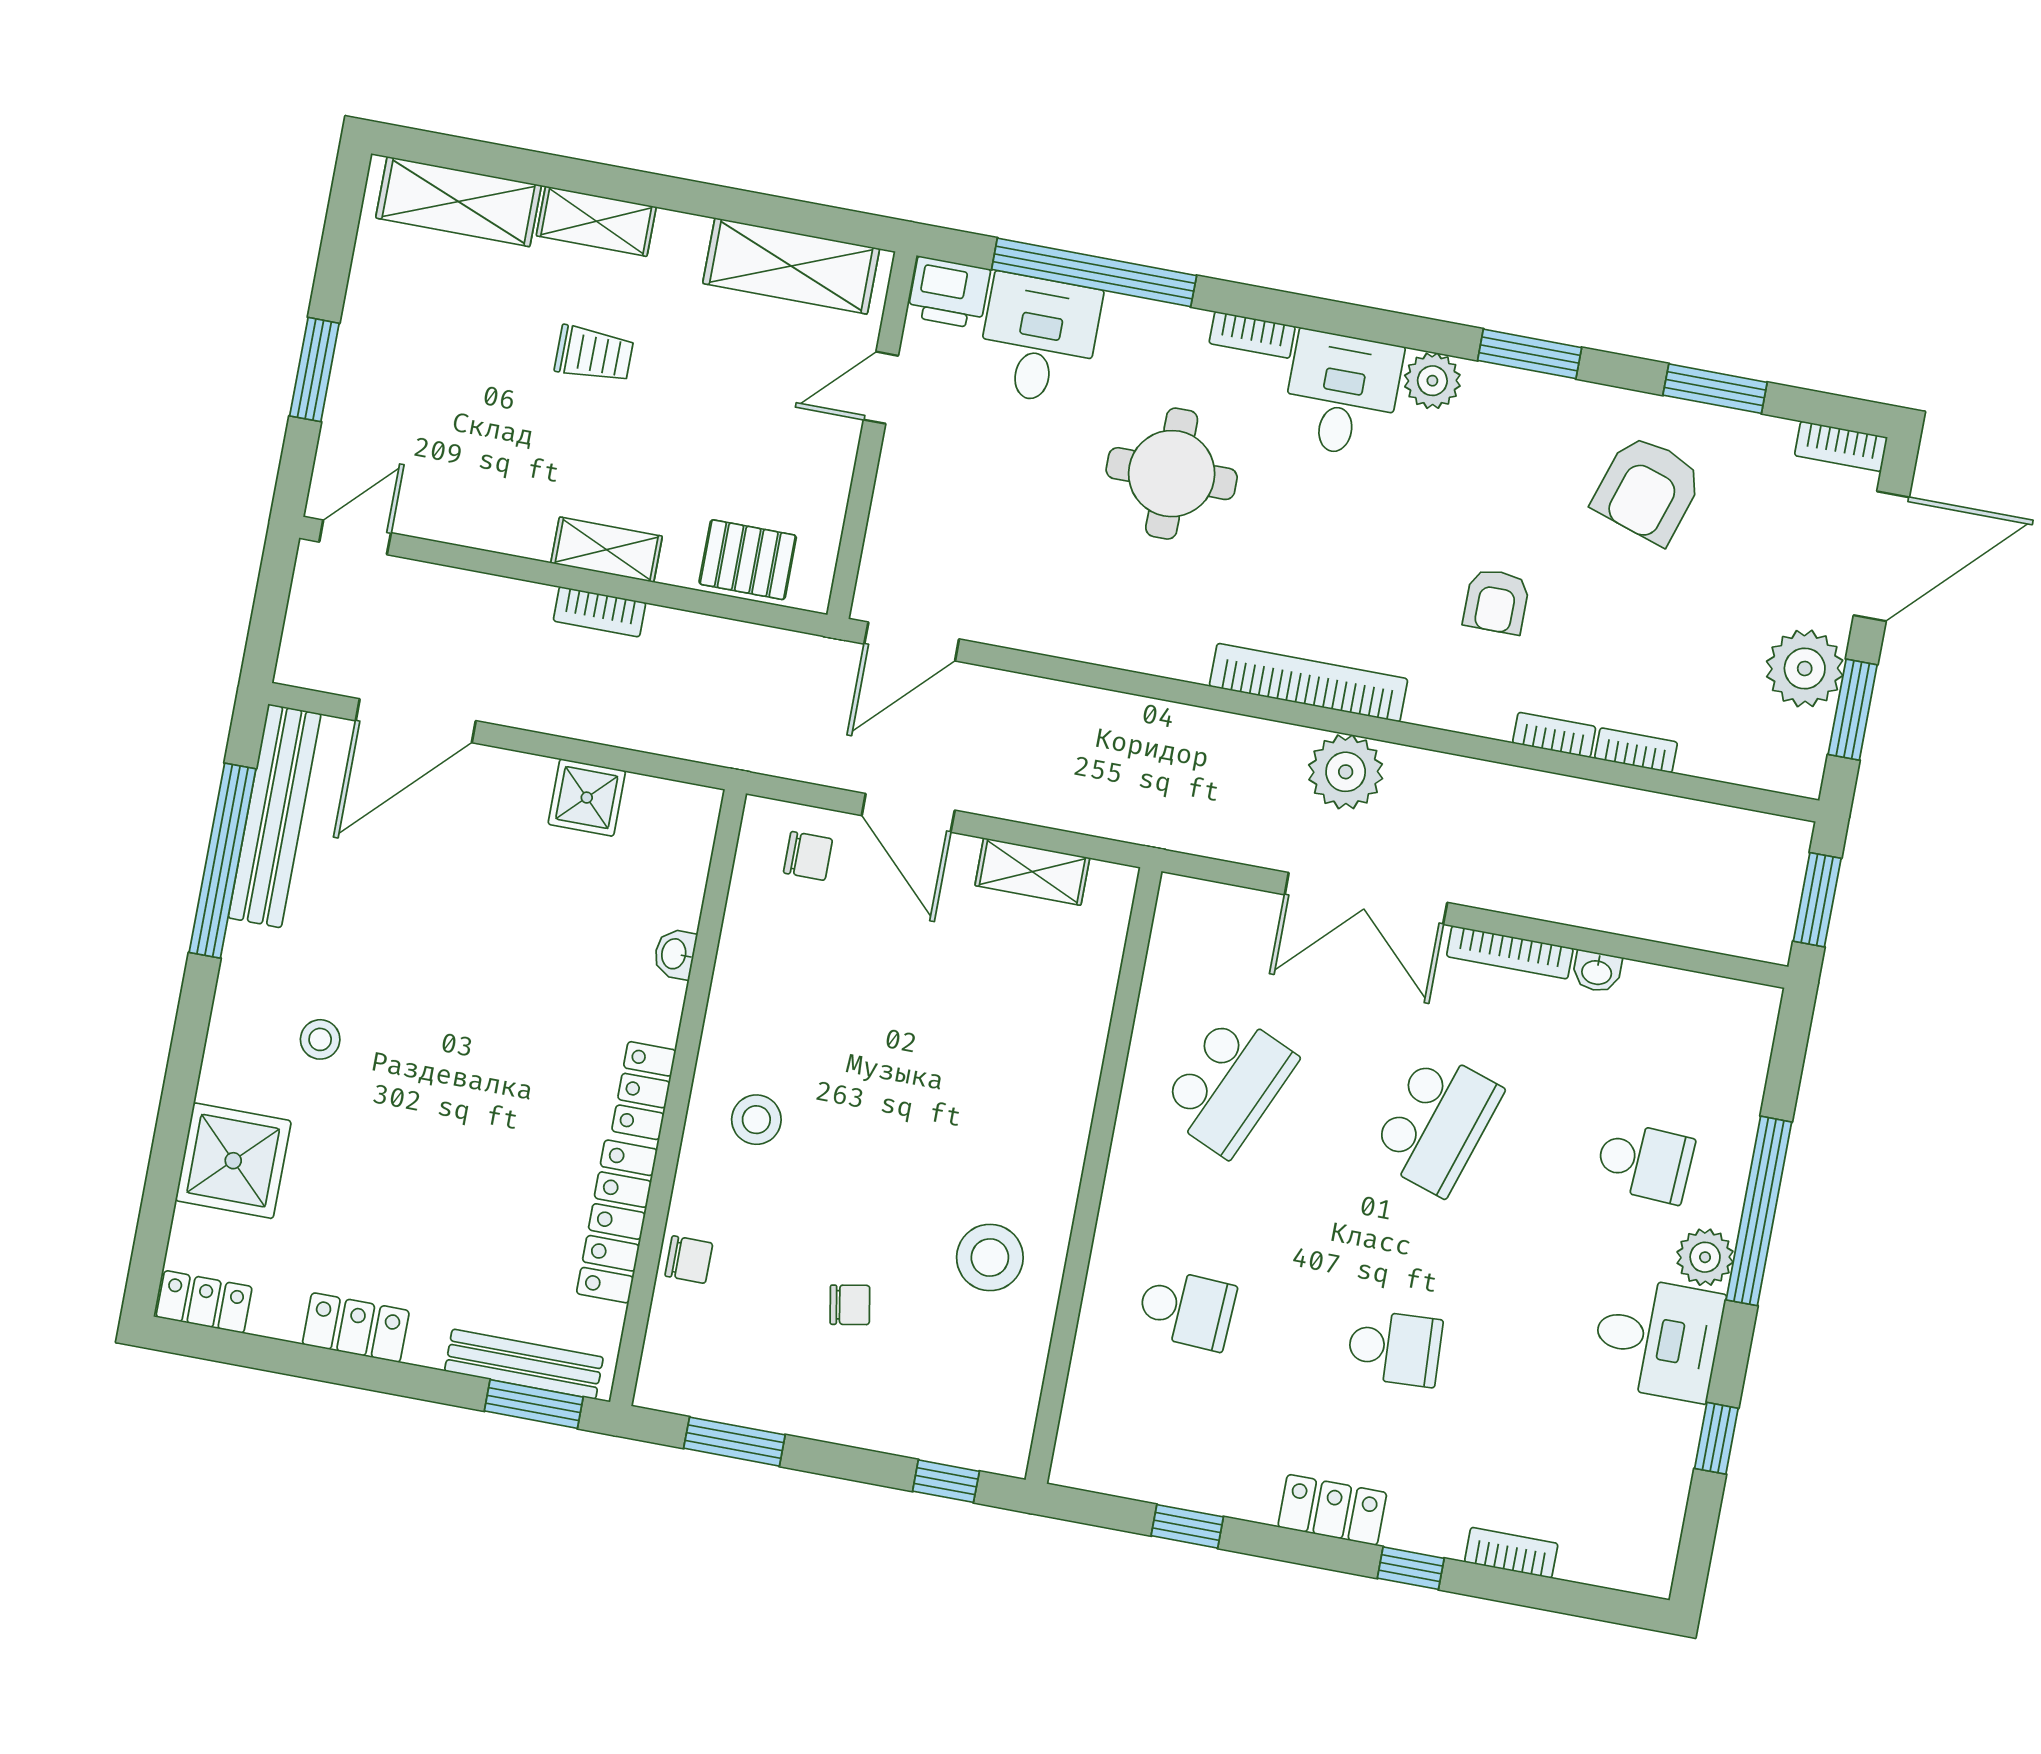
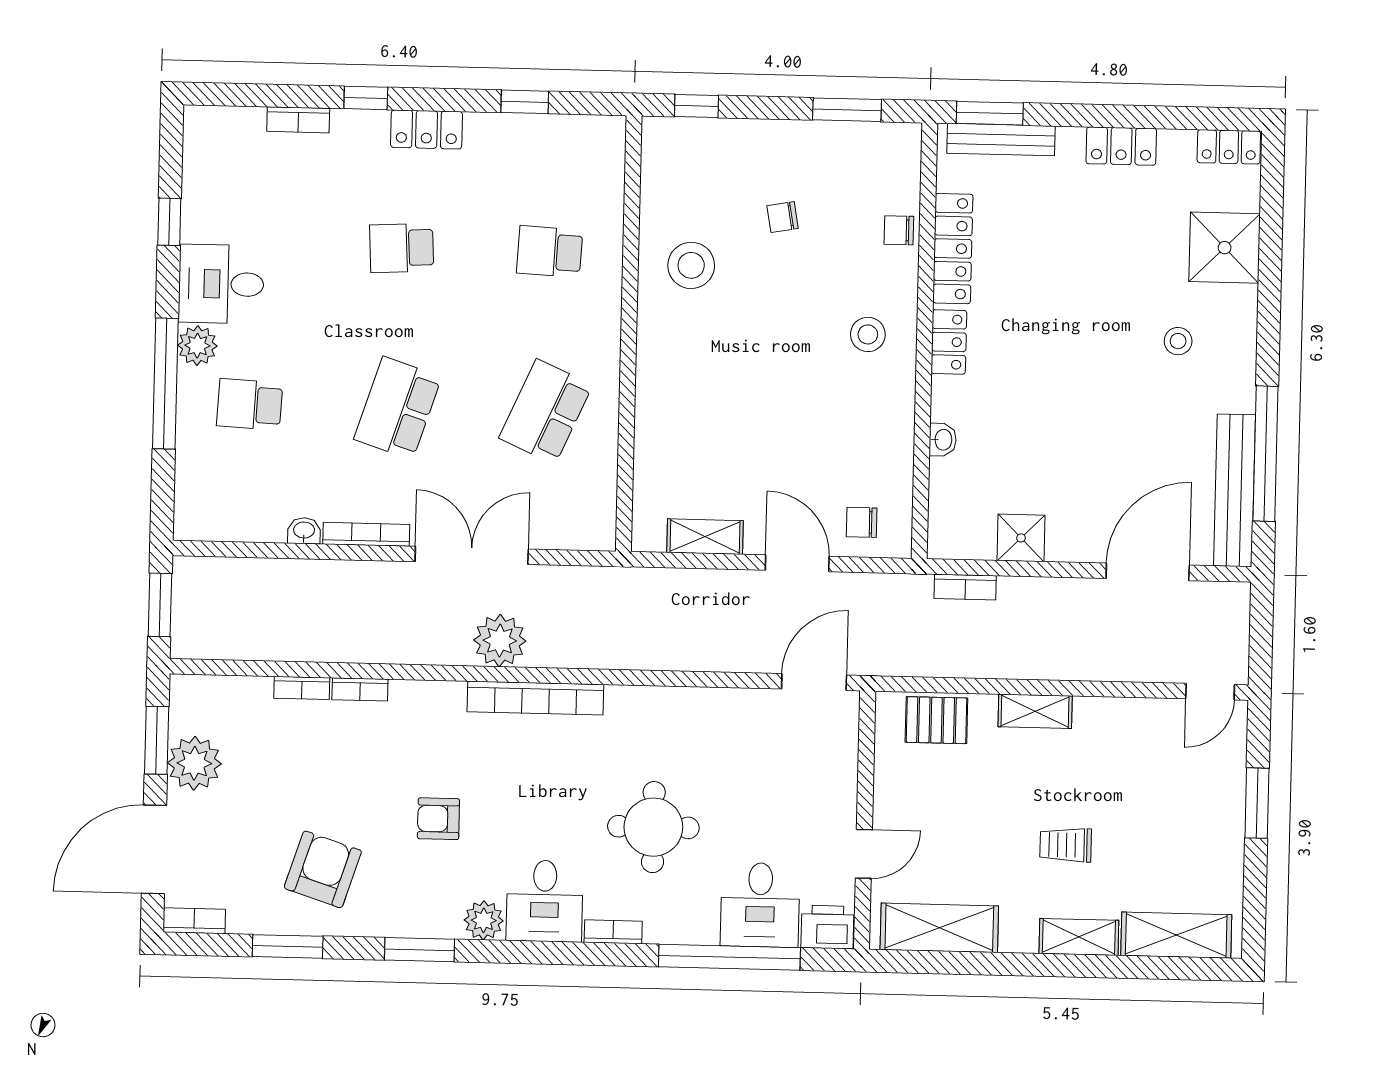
armchair: (1496, 601) -> (438, 819), moved, turned -90
bookcase: (599, 612) -> (965, 587), moved, turned 180

